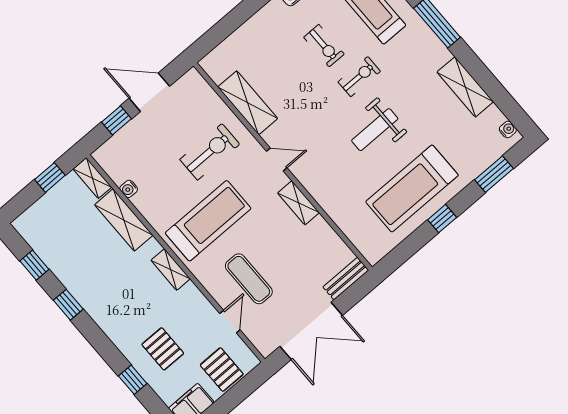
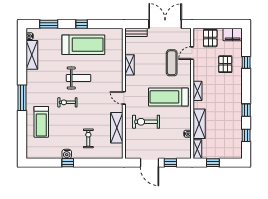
exercise bike: (324, 46) -> (88, 138), moved
shelving: (465, 87) -> (32, 55), moved
shelving: (298, 203) -> (130, 65), moved

